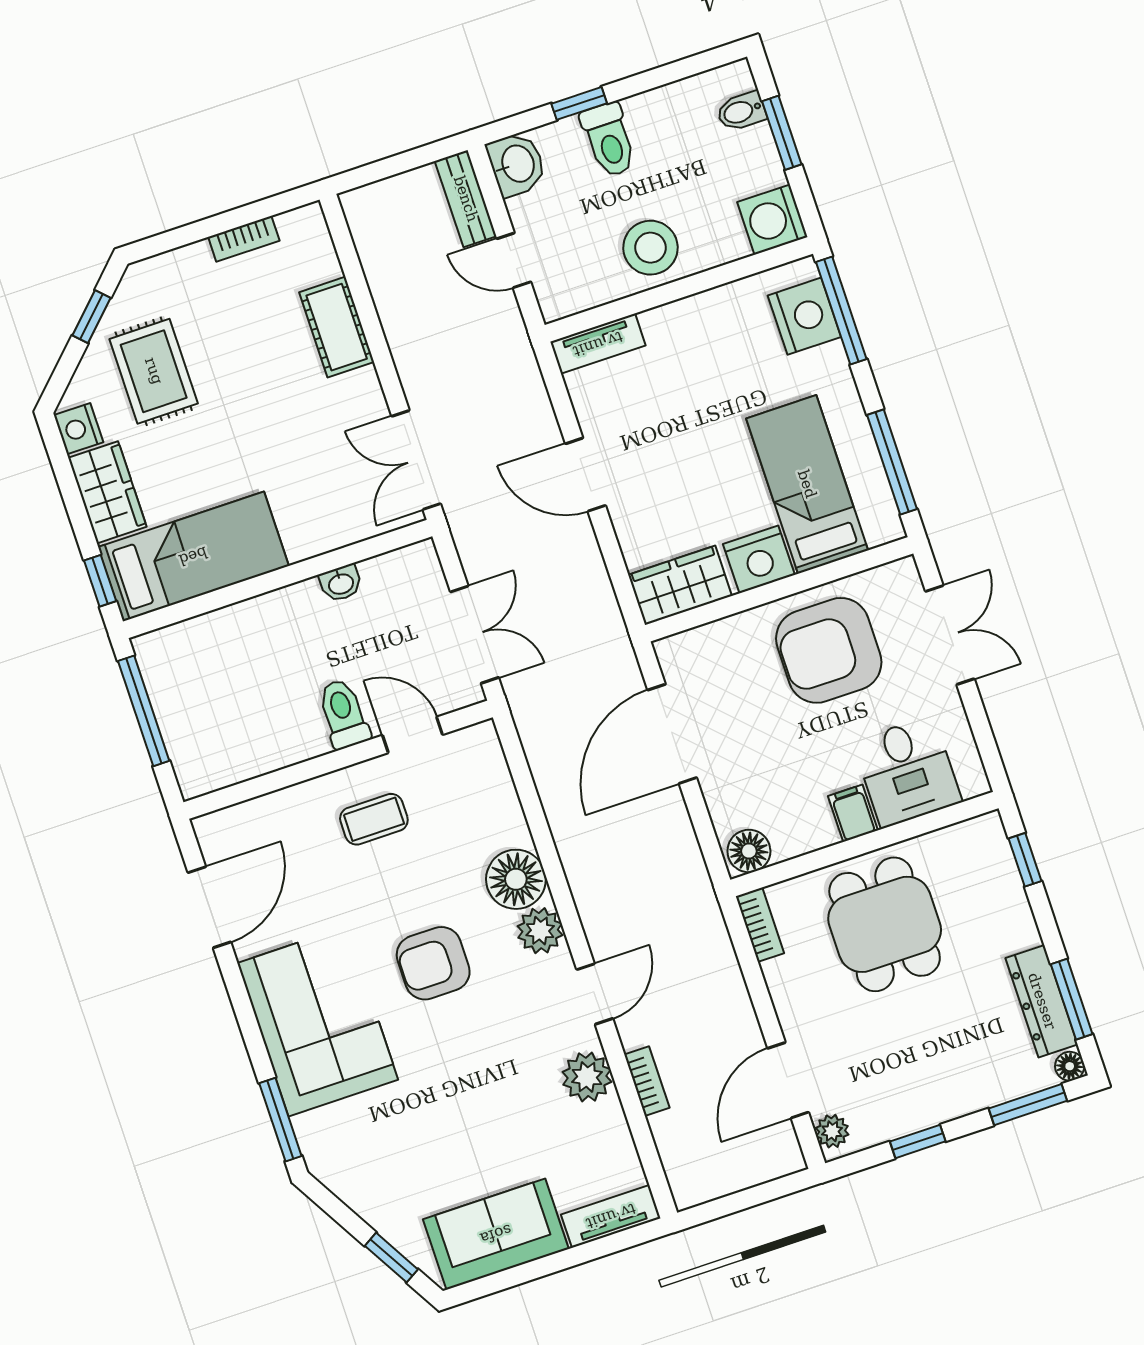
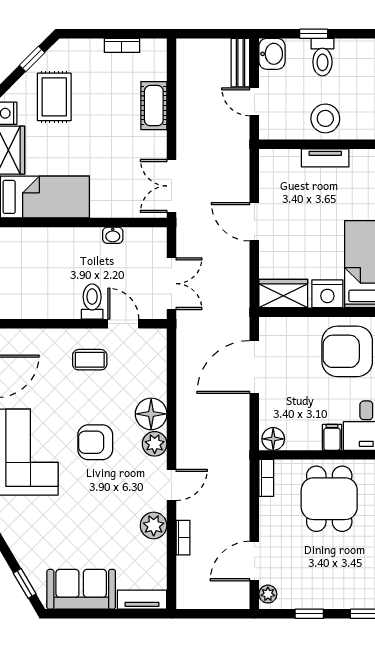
tv unit: (598, 344) -> (325, 158), moved

